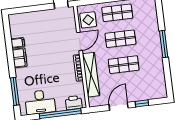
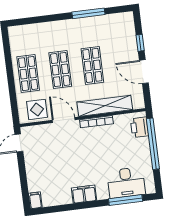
filing cabinet: (18, 43) -> (35, 200), moved
window: (164, 44) -> (88, 13), moved
desk: (40, 102) -> (126, 183), moved, turned 90

